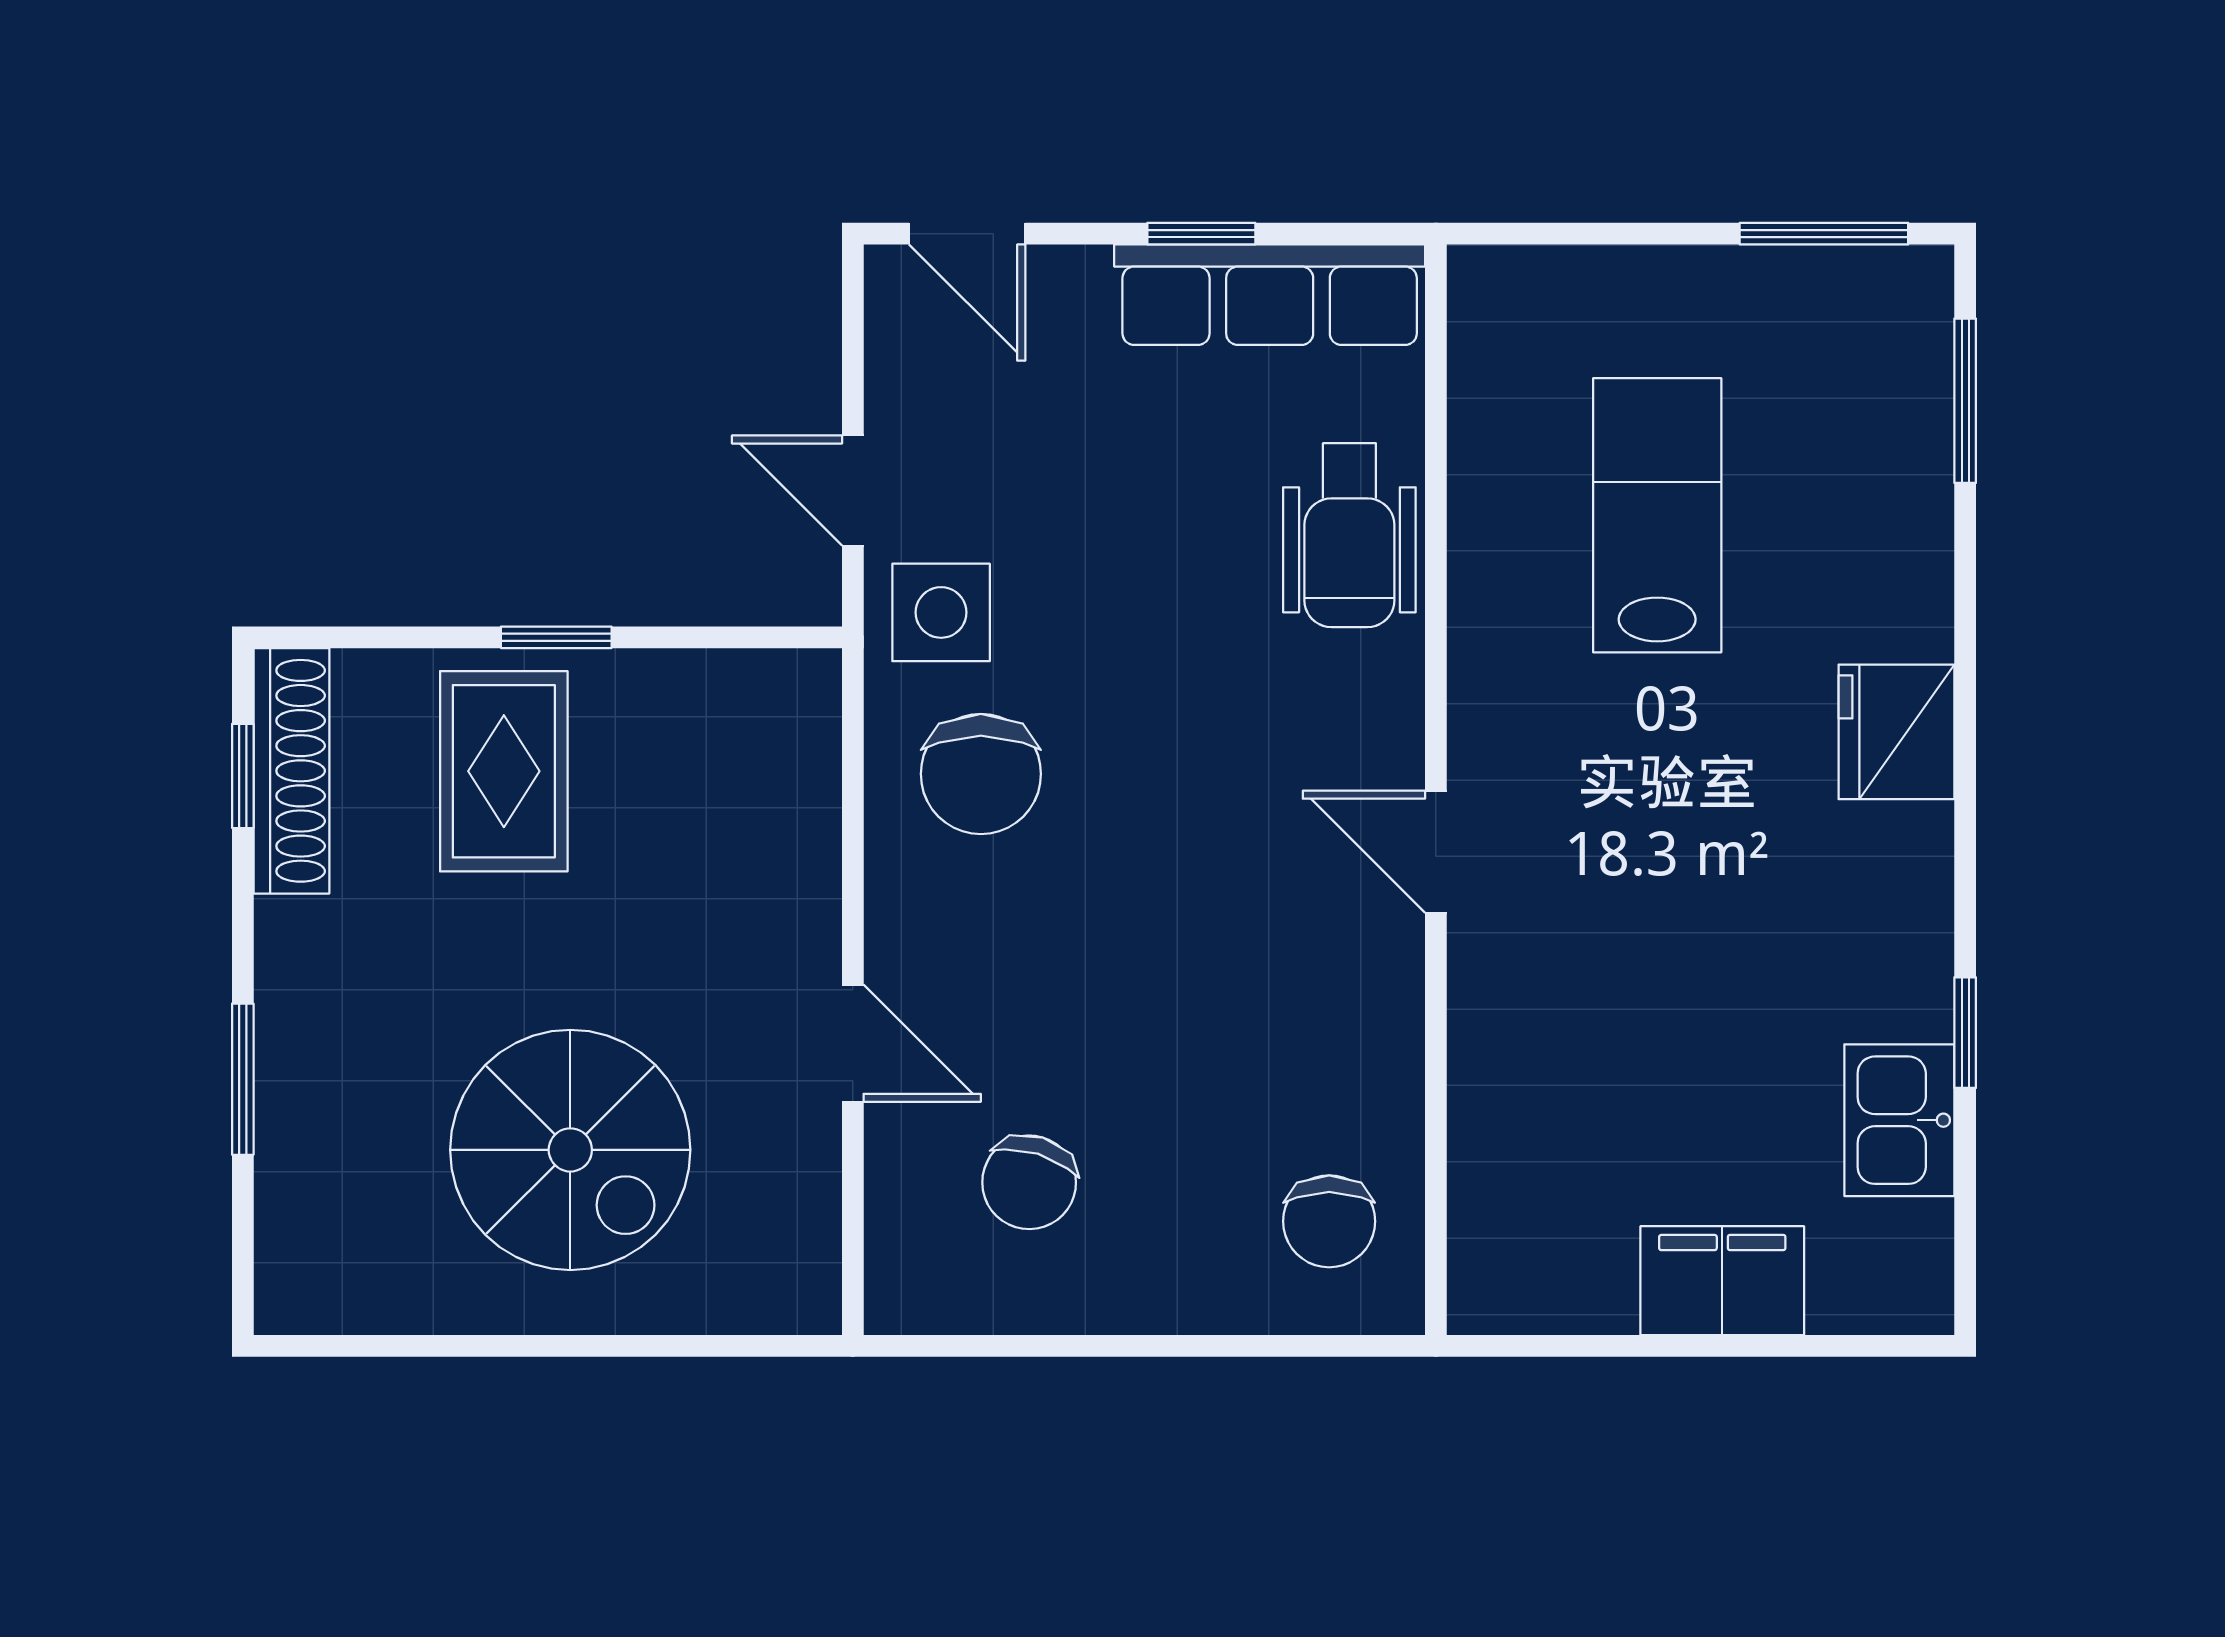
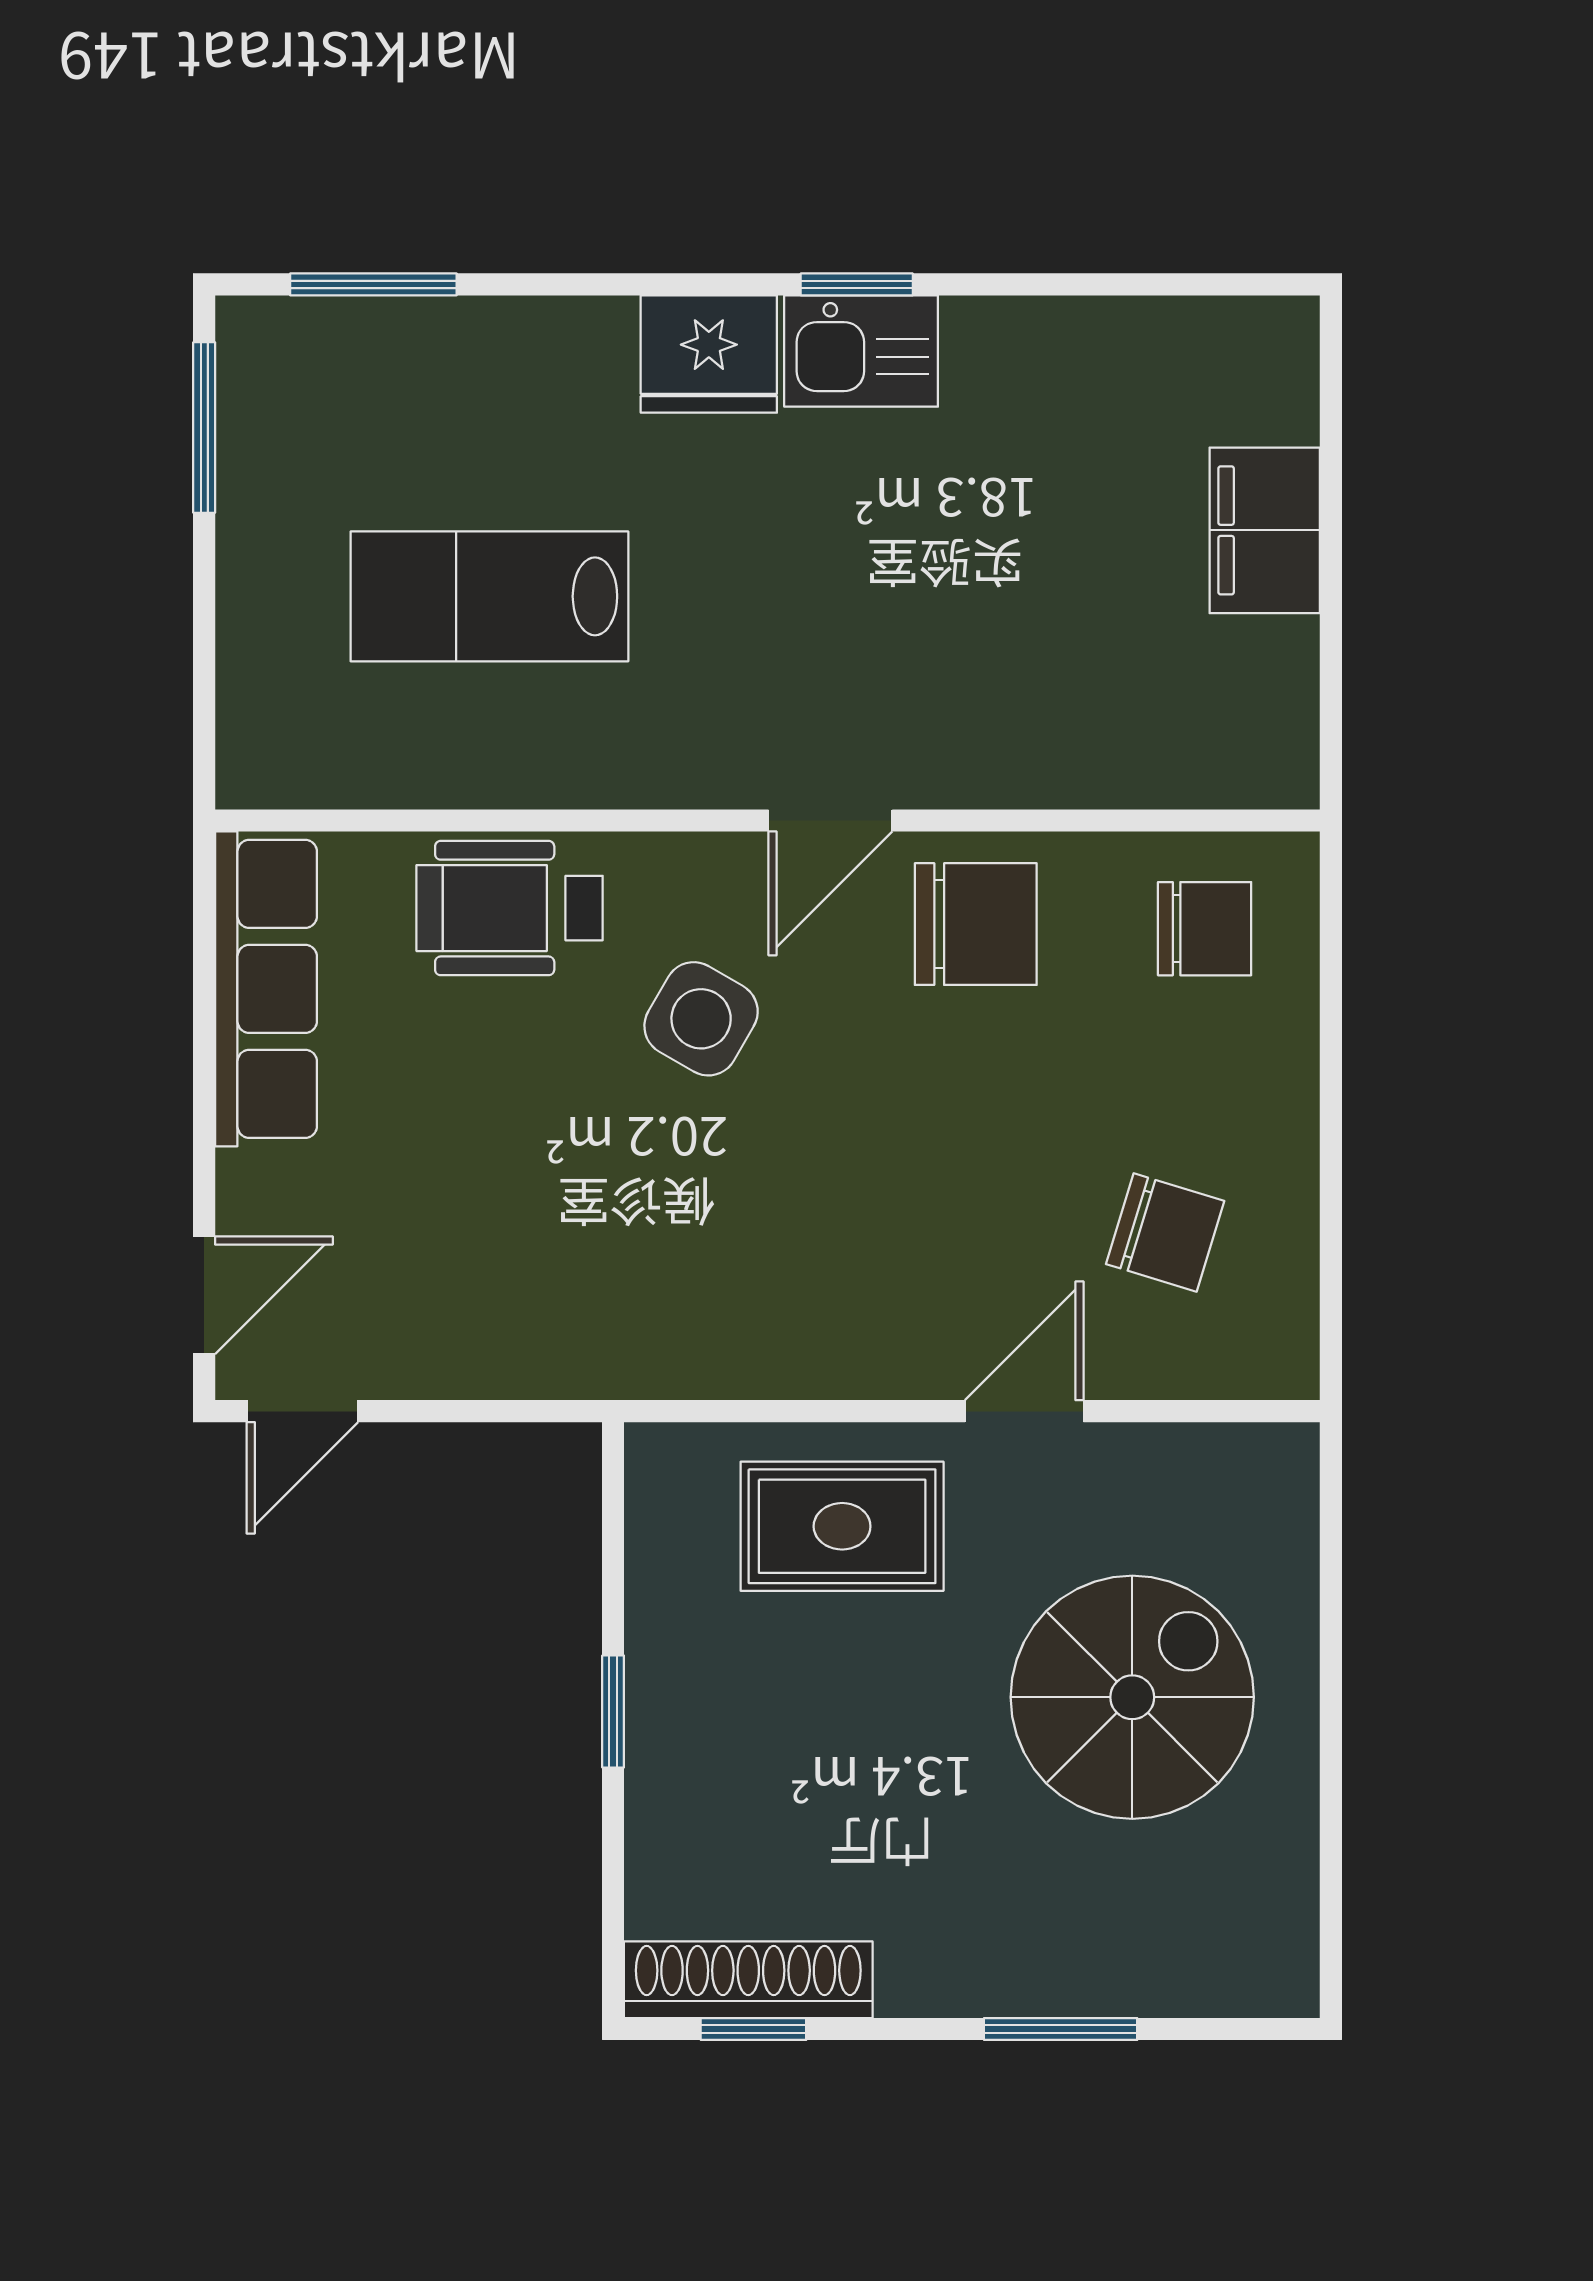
window: (1201, 234) -> (204, 1058), removed
door: (853, 491) -> (302, 1411), moved
wheelchair: (1349, 535) -> (510, 908), turned 180
side table: (941, 612) -> (701, 1019), moved, turned 30
rug: (504, 771) -> (842, 1526), moved
chair: (981, 774) -> (976, 924), moved
window: (1965, 1033) -> (857, 284), moved
kitchen sink: (1899, 1120) -> (861, 351), moved

